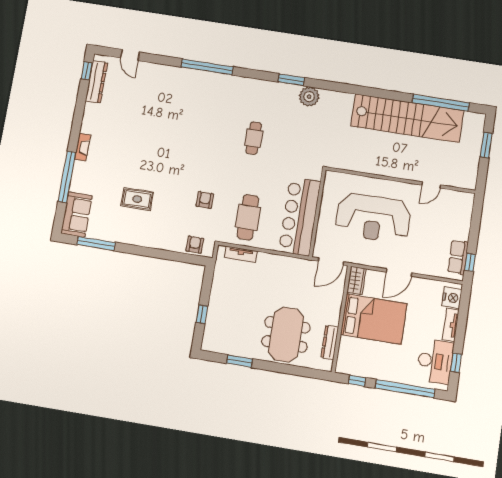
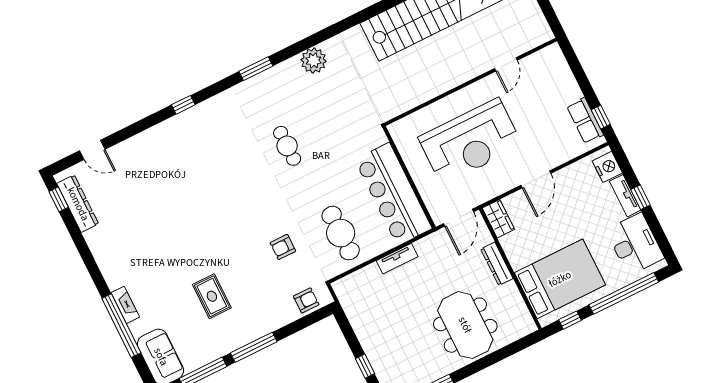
window: (207, 67) -> (183, 105), width x0.32
window: (291, 80) -> (256, 69), moved
fireplace: (82, 147) -> (125, 305), moved
rug: (137, 199) -> (212, 296), turned 90
armchair: (205, 200) -> (283, 247), turned -90
armchair: (195, 245) -> (306, 300), turned 90
window: (140, 251) -> (254, 347), added
tv unit: (241, 254) -> (397, 259), moved
bed: (374, 319) -> (560, 279), moved
dresser: (330, 342) -> (497, 264), moved
window: (456, 363) -> (641, 197), moved

